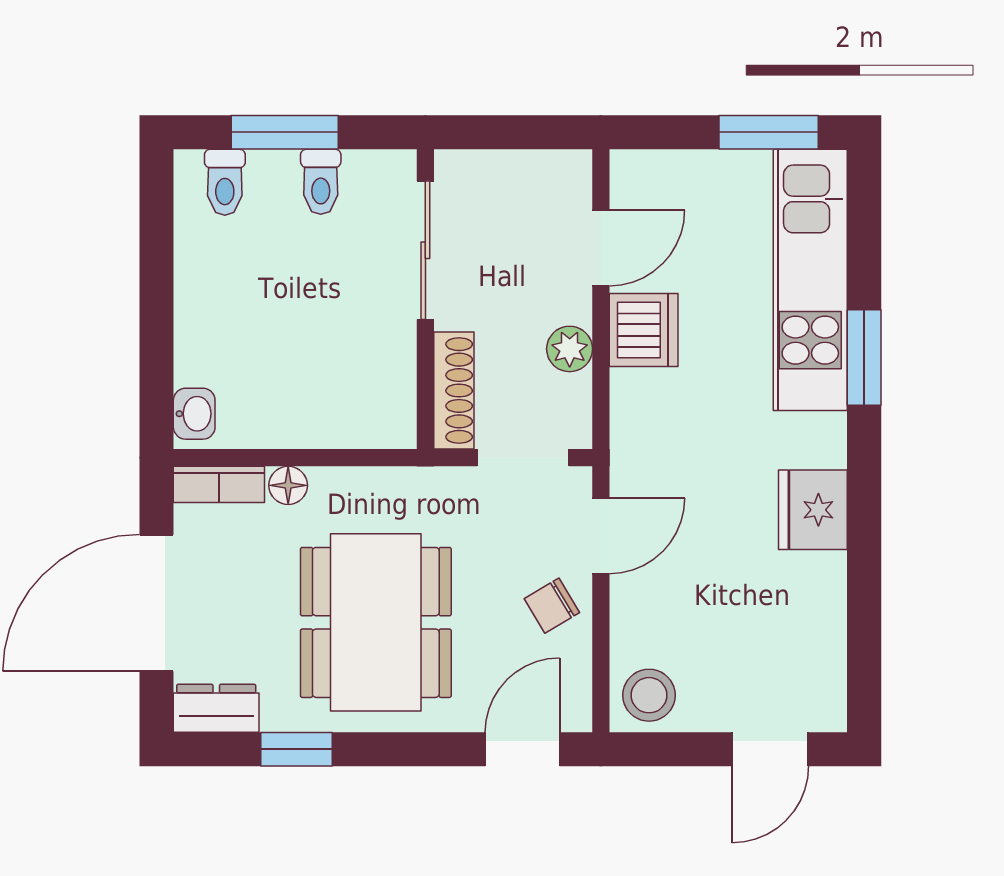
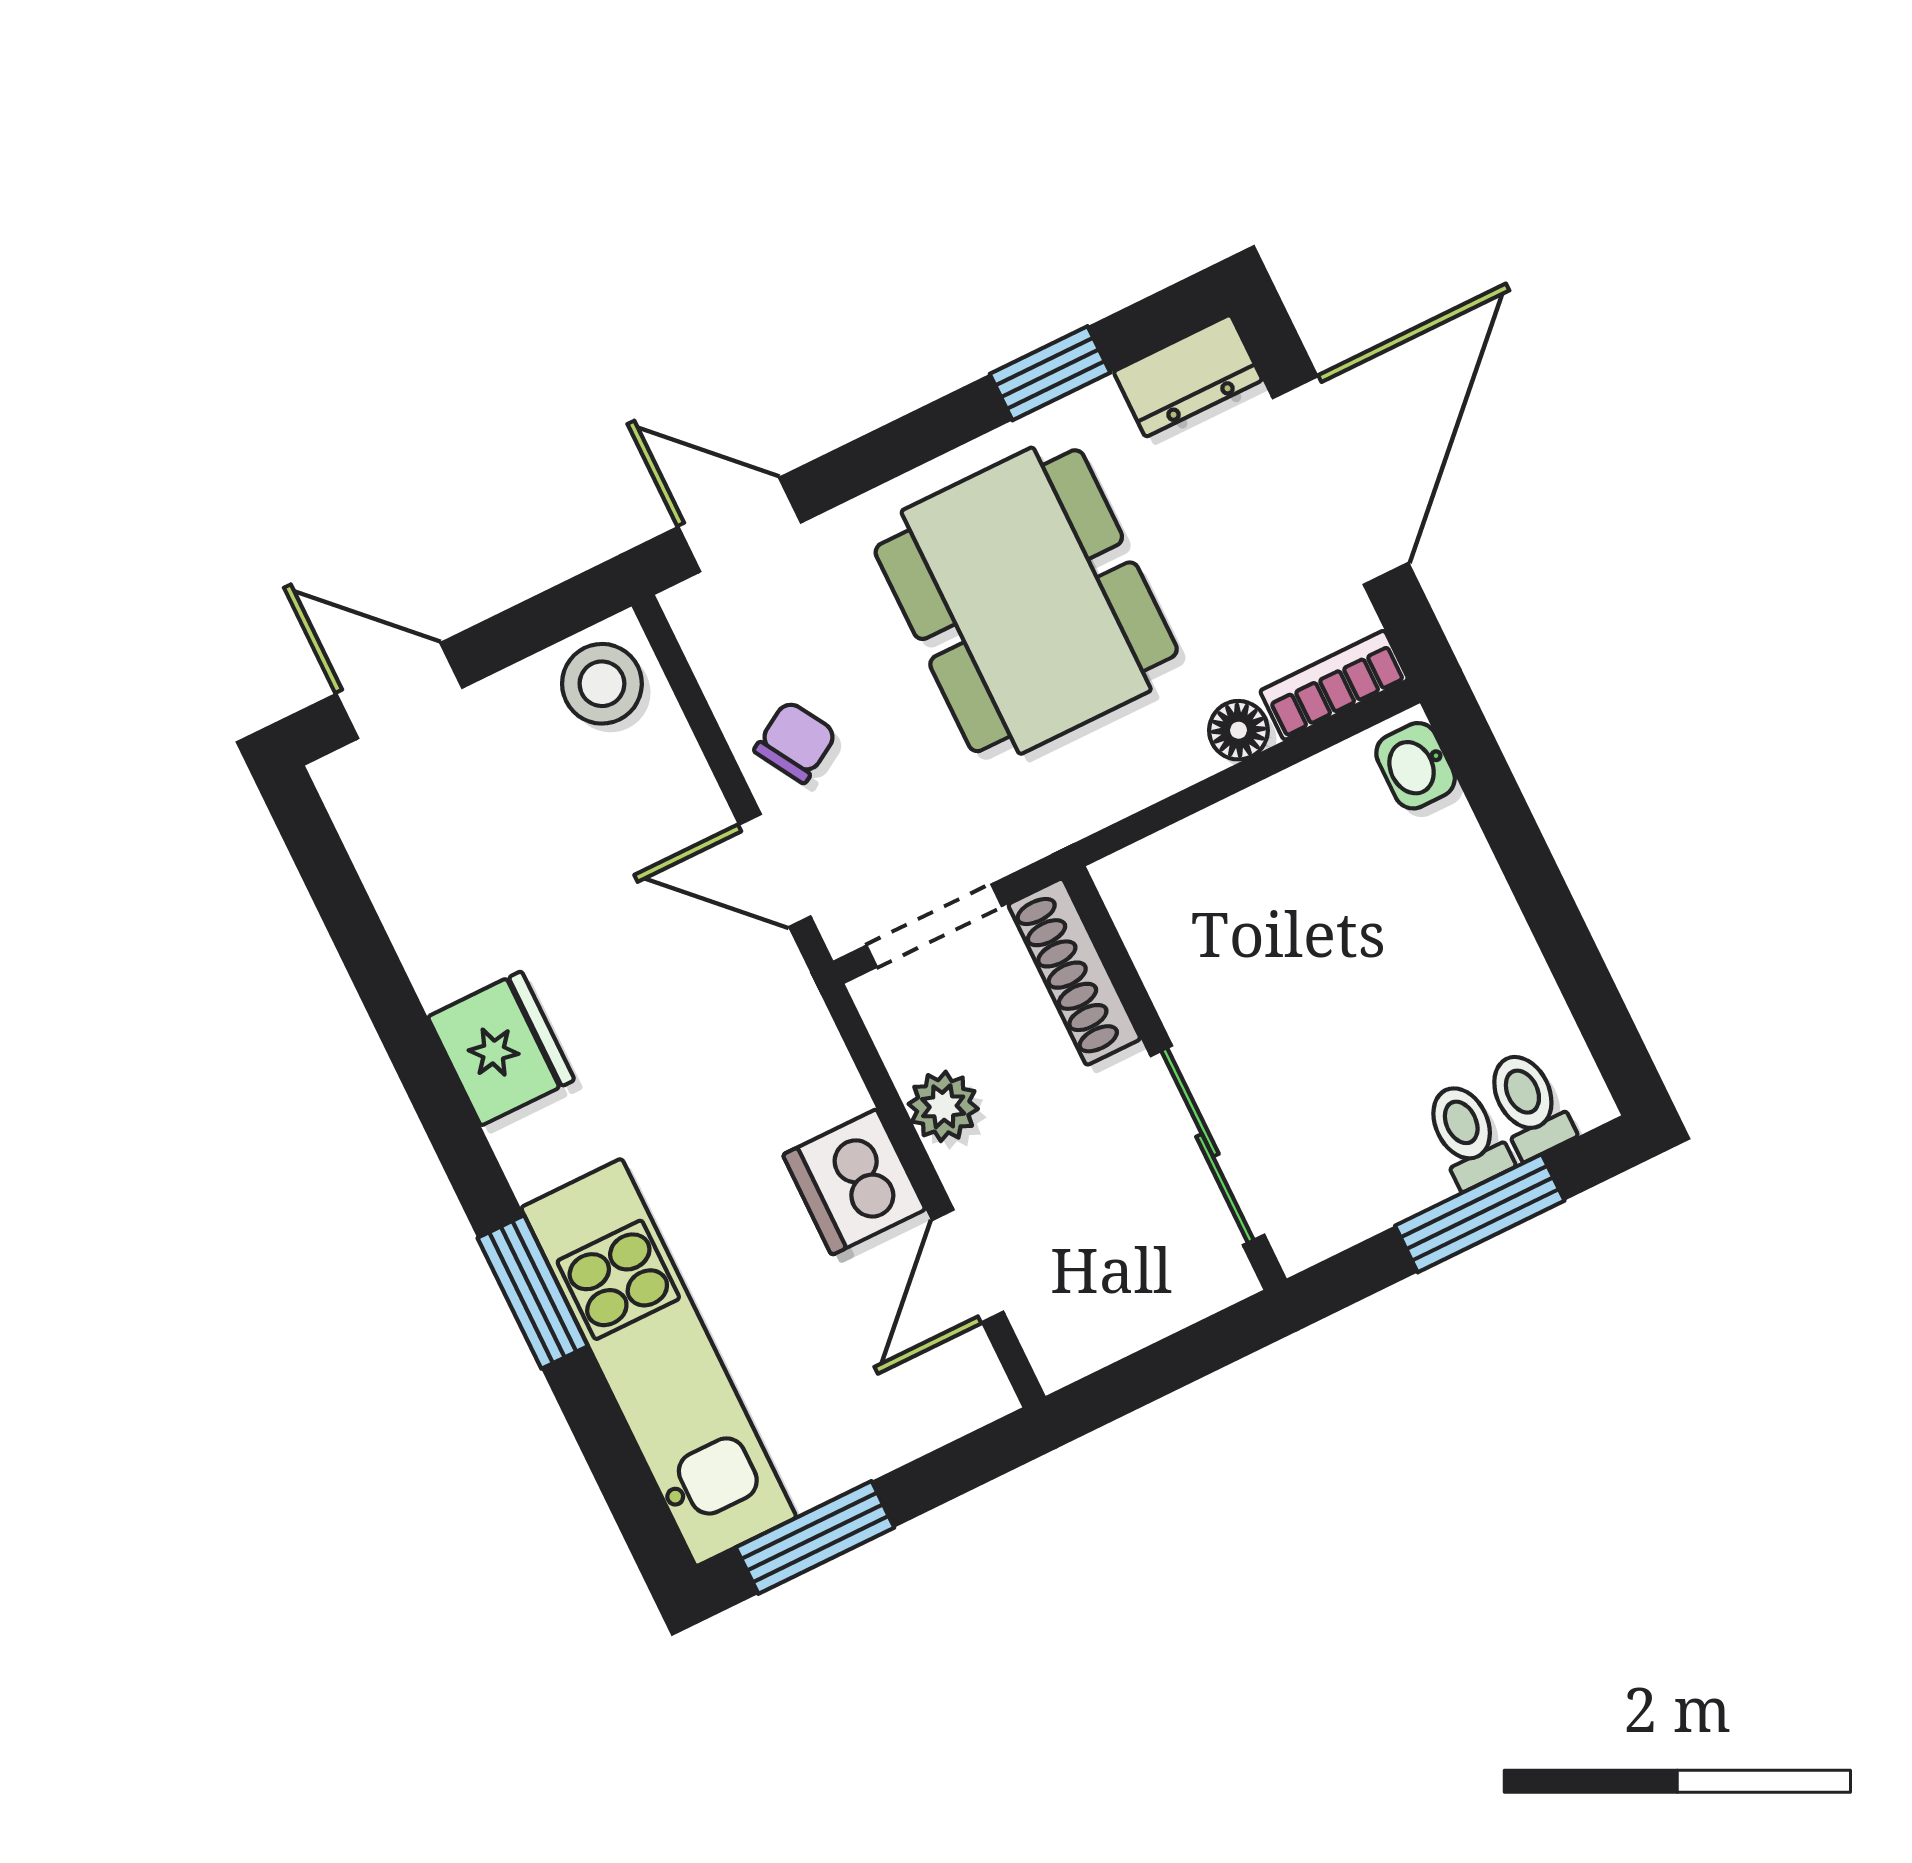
toilet: (321, 182) -> (1467, 1135), moved
door: (601, 536) -> (775, 870), hinge flipped
door: (522, 749) -> (740, 525), swing flipped
door: (770, 749) -> (399, 691), hinge flipped

